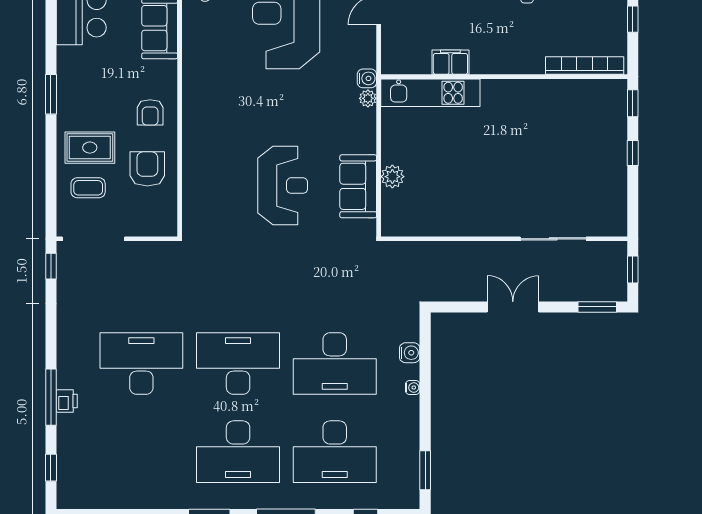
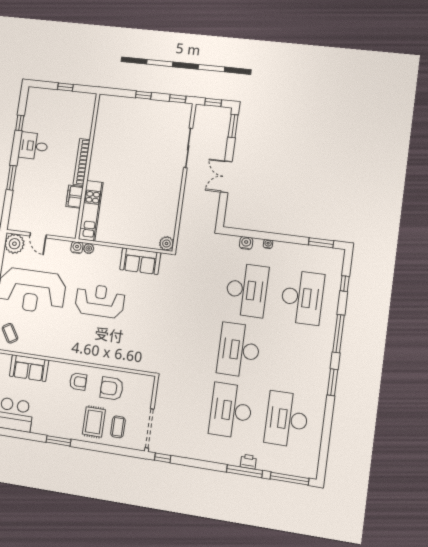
bookcase: (585, 66) -> (82, 162), moved
window: (633, 103) -> (178, 99), moved
plant: (392, 177) -> (166, 243), moved
reception desk: (283, 186) -> (100, 301), moved
desk: (238, 452) -> (287, 419), moved, turned 180
window: (51, 468) -> (290, 479), width x2.17

